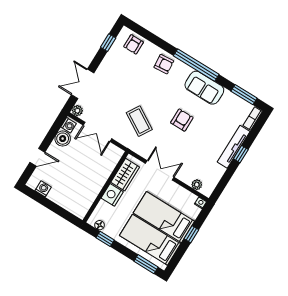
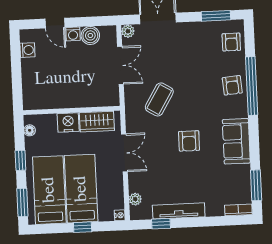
window: (108, 43) -> (216, 16), width x1.50
armchair: (134, 44) -> (231, 42), turned -90
window: (196, 65) -> (252, 86), moved
armchair: (182, 120) -> (189, 141), turned 90
washing machine: (69, 125) -> (73, 34), moved
double door: (97, 132) -> (120, 65), swing flipped
tv unit: (234, 147) -> (179, 211), moved
window: (241, 154) -> (161, 224), moved
window: (105, 239) -> (20, 160), moved

